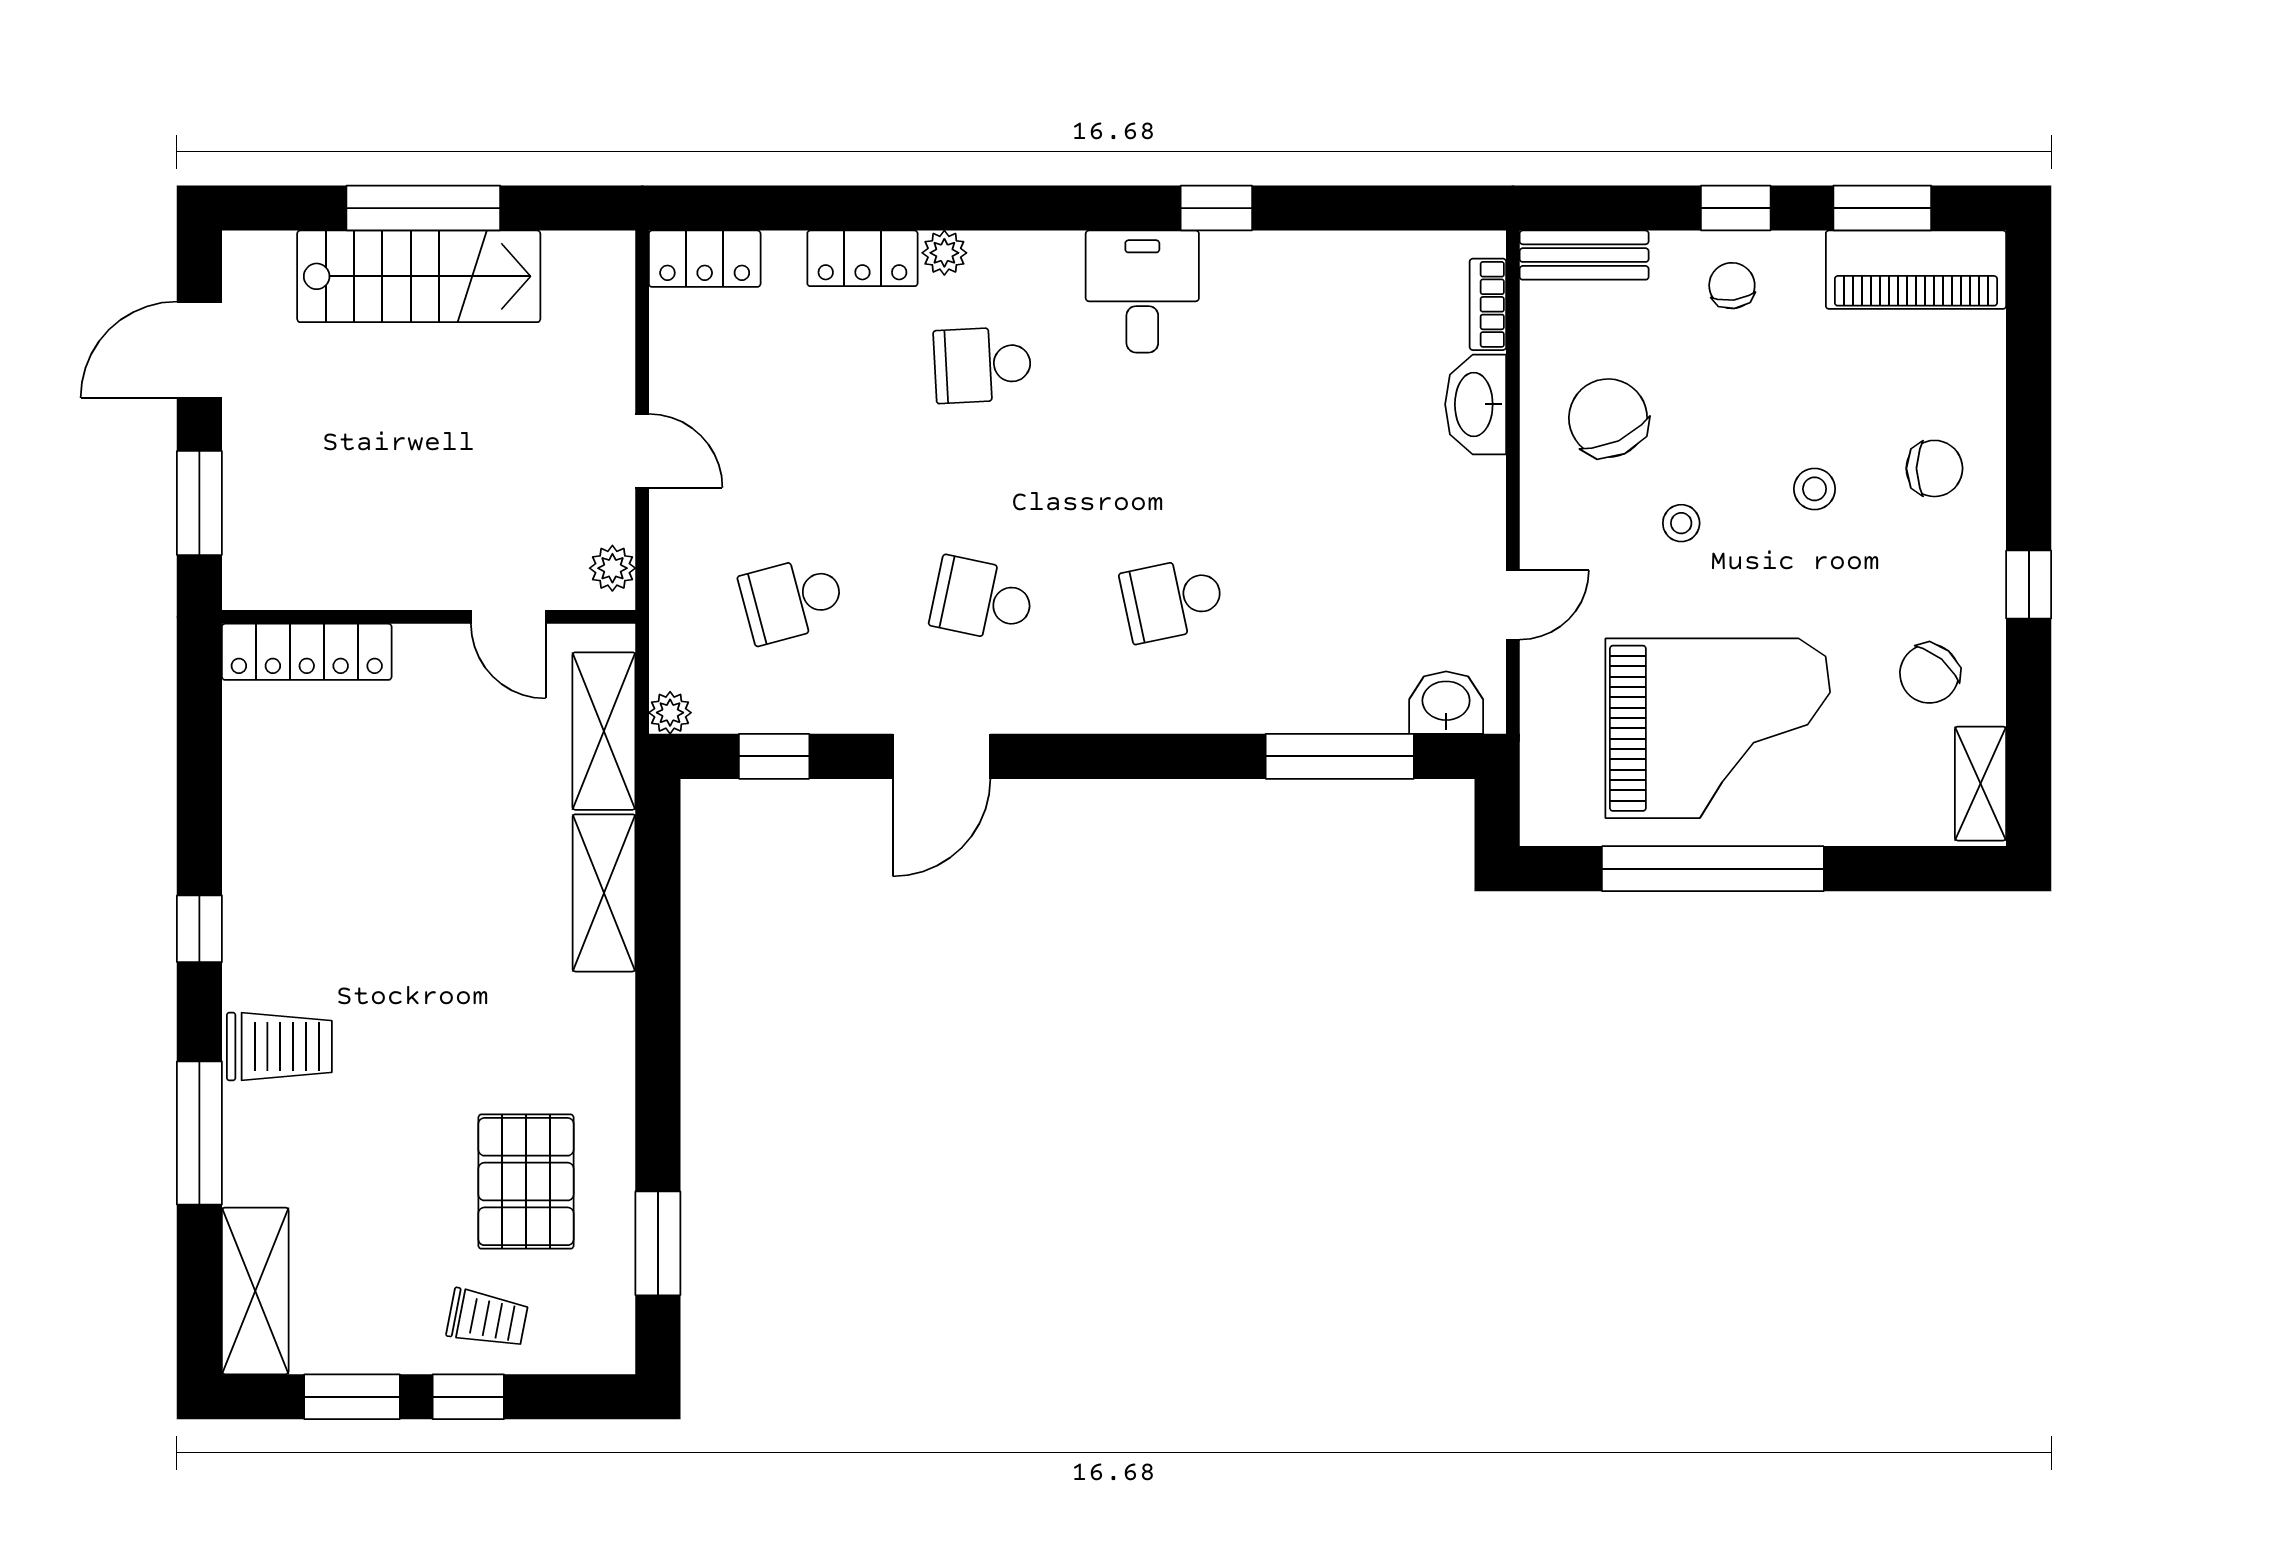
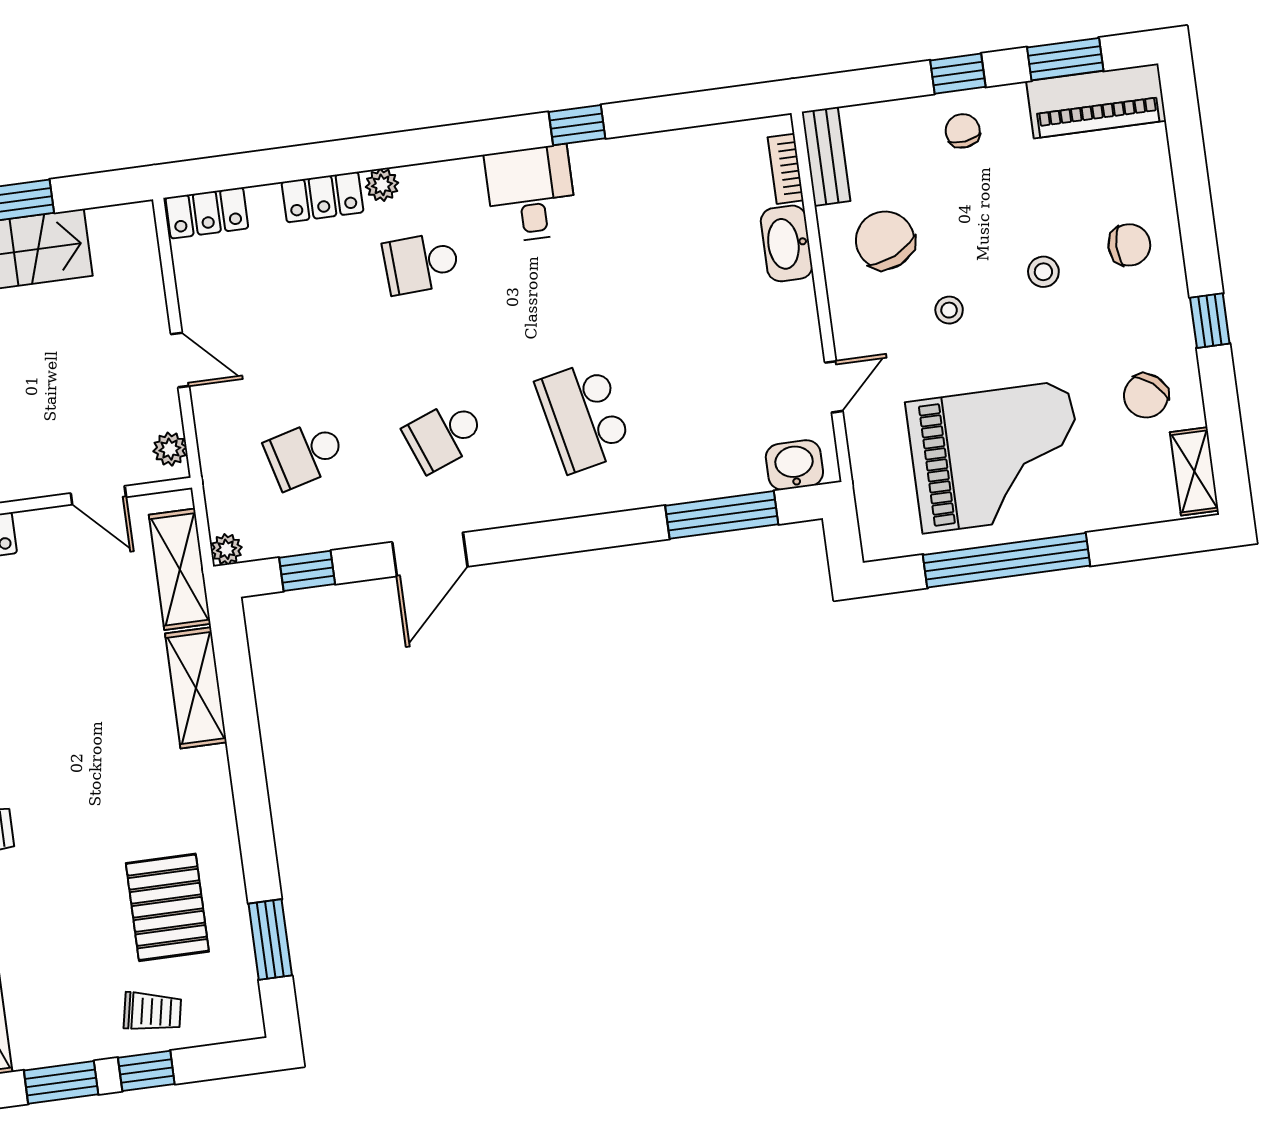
bench: (1584, 255) -> (826, 156), moved, turned 90
school desk: (982, 599) -> (444, 435), turned -33
school desk: (1173, 599) -> (584, 416), width x1.85

